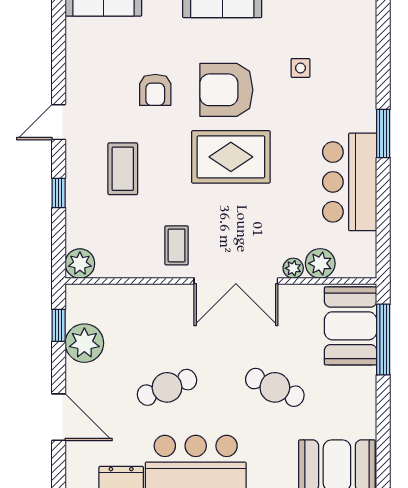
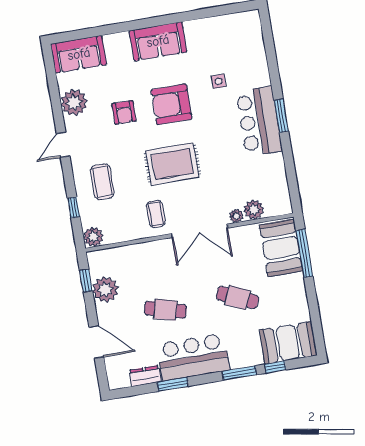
plant: (85, 63) -> (74, 103), added
rug: (231, 157) -> (172, 164), moved
coffee table: (123, 169) -> (102, 182), moved
bar counter: (350, 182) -> (259, 121), moved
window: (59, 193) -> (74, 207), moved
cafe table: (167, 387) -> (165, 310), turned 36

